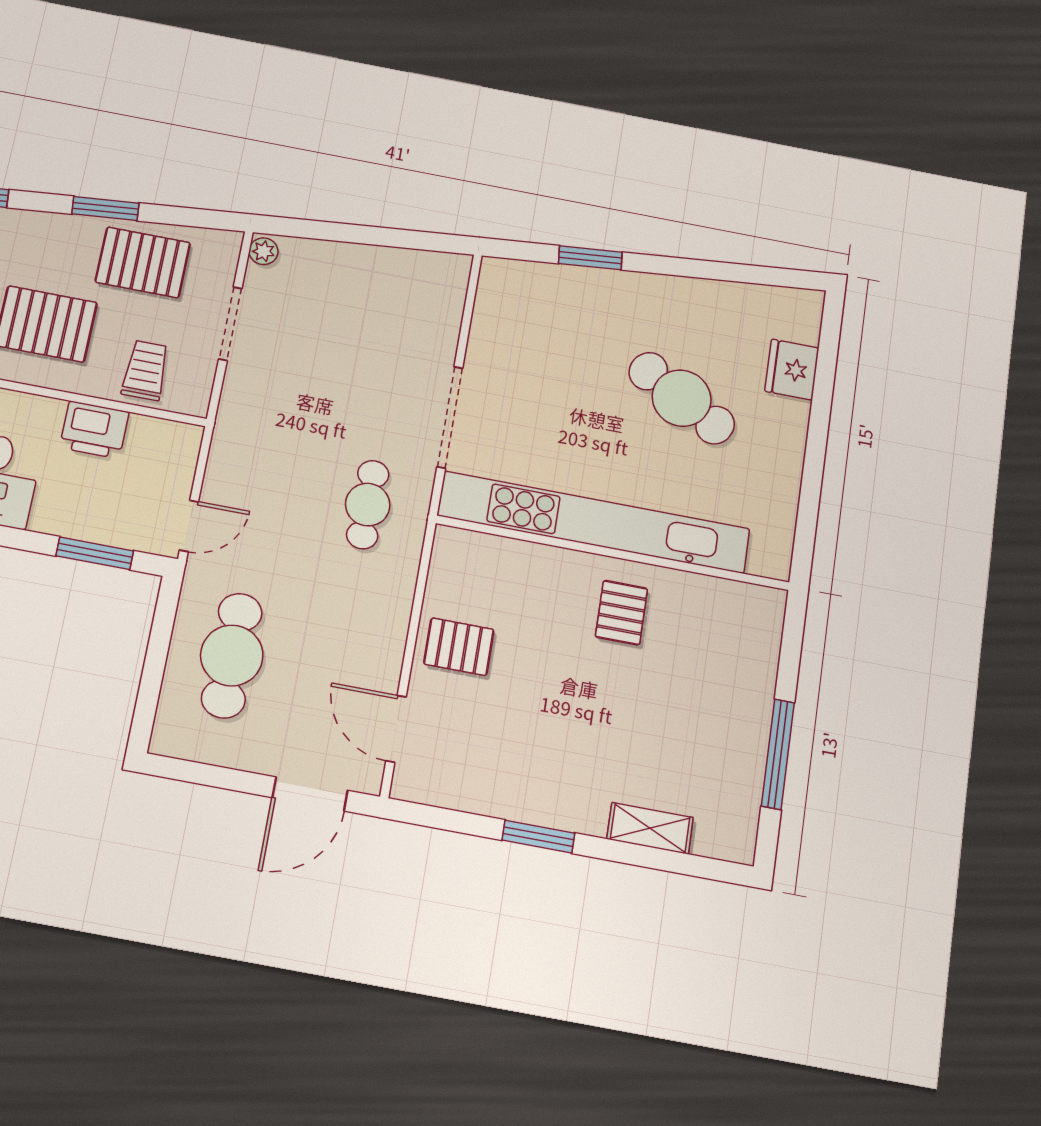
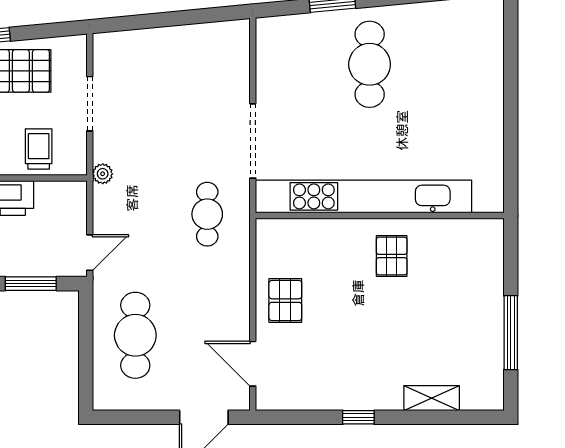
plant: (263, 251) -> (103, 174), moved
fridge: (792, 370) -> (487, 58), removed
cafe table: (682, 398) -> (370, 64), moved, turned 60
pallet: (459, 647) -> (285, 301), turned 90
window: (538, 837) -> (358, 417), width x0.67

